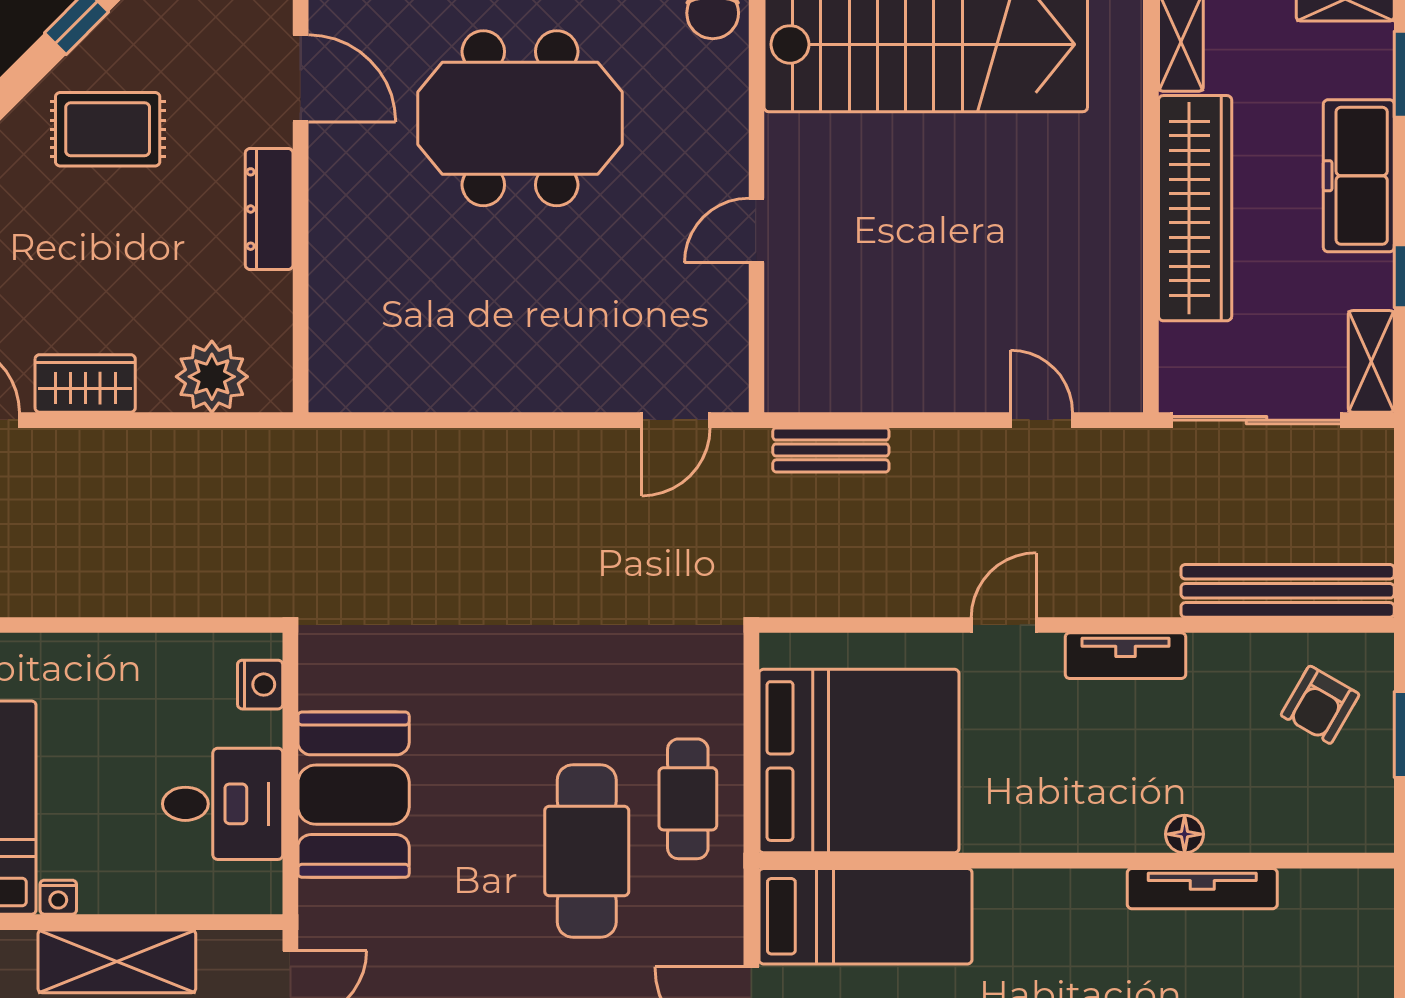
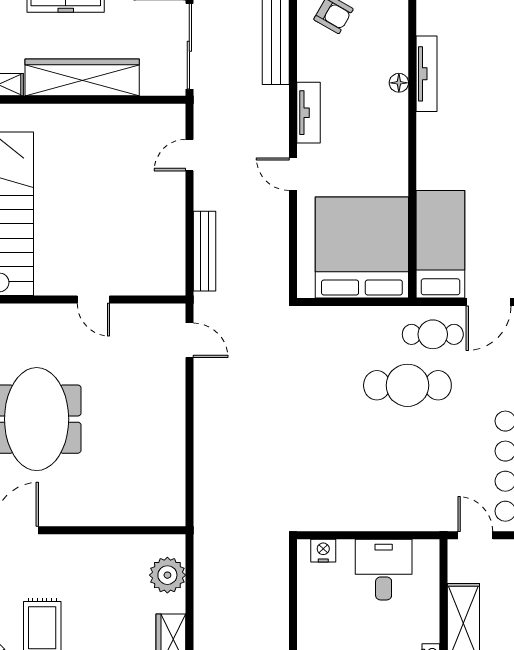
dresser: (269, 209) -> (83, 546), removed
bench: (831, 450) -> (204, 251), width x1.36
booth: (354, 795) -> (379, 503), removed
cafe table: (688, 799) -> (433, 334), moved

